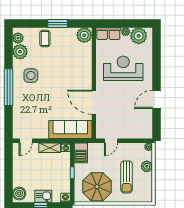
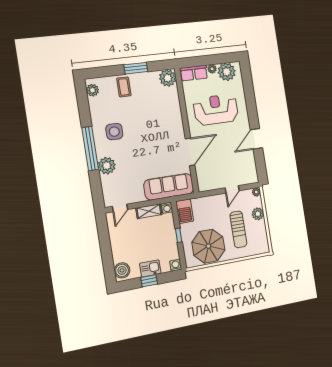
plant: (20, 52) -> (107, 166), moved
door: (94, 102) -> (190, 152), swing flipped
door: (111, 141) -> (232, 189), moved

